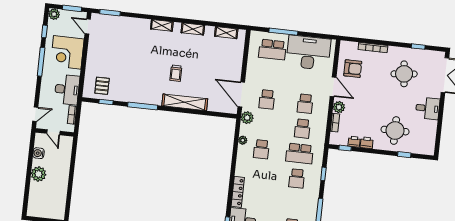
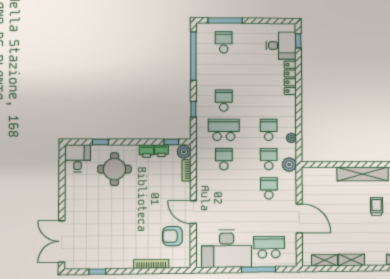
shelving: (193, 29) -> (351, 260), moved
round table: (404, 74) -> (111, 237), removed
door: (241, 95) -> (299, 218), moved
school desk: (305, 104) -> (269, 159), moved
plant: (339, 107) -> (184, 152), moved
desk: (428, 108) -> (78, 158), moved, turned 90

